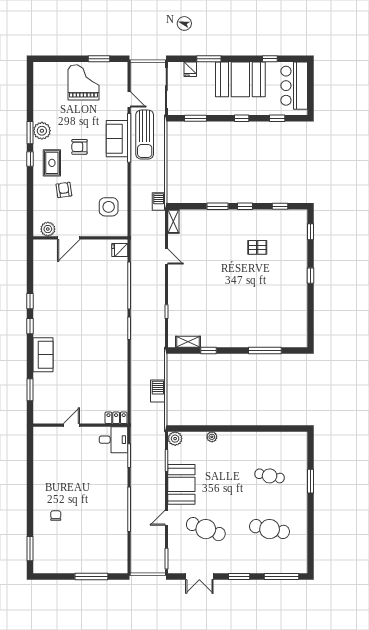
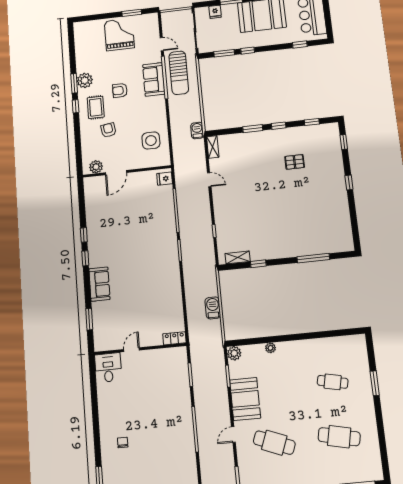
window: (242, 118) -> (248, 51), moved
desk: (113, 440) -> (108, 368), moved, turned -90

